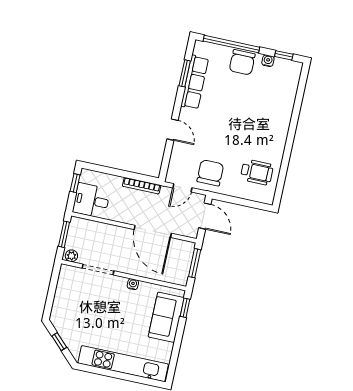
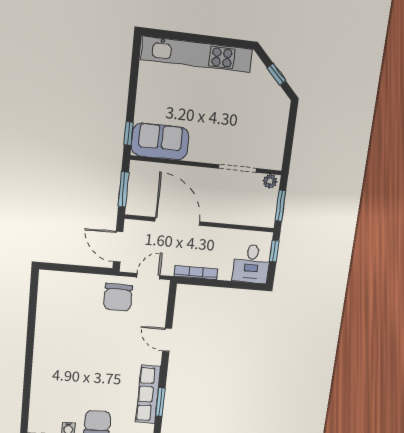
wheelchair: (257, 172) -> (63, 305), removed
window: (75, 183) -> (274, 251), moved
desk: (91, 201) -> (251, 264), moved, turned 90
water cooler: (133, 284) -> (195, 155), removed
sofa: (166, 317) -> (160, 141), moved, turned -90

